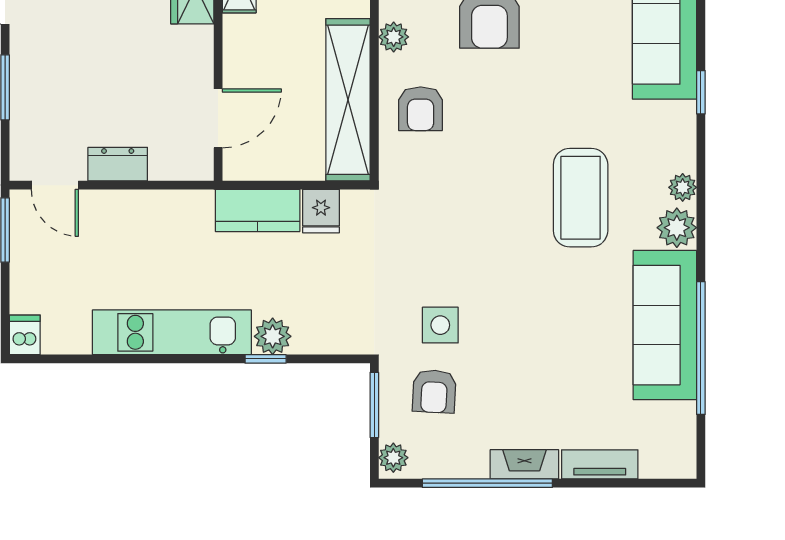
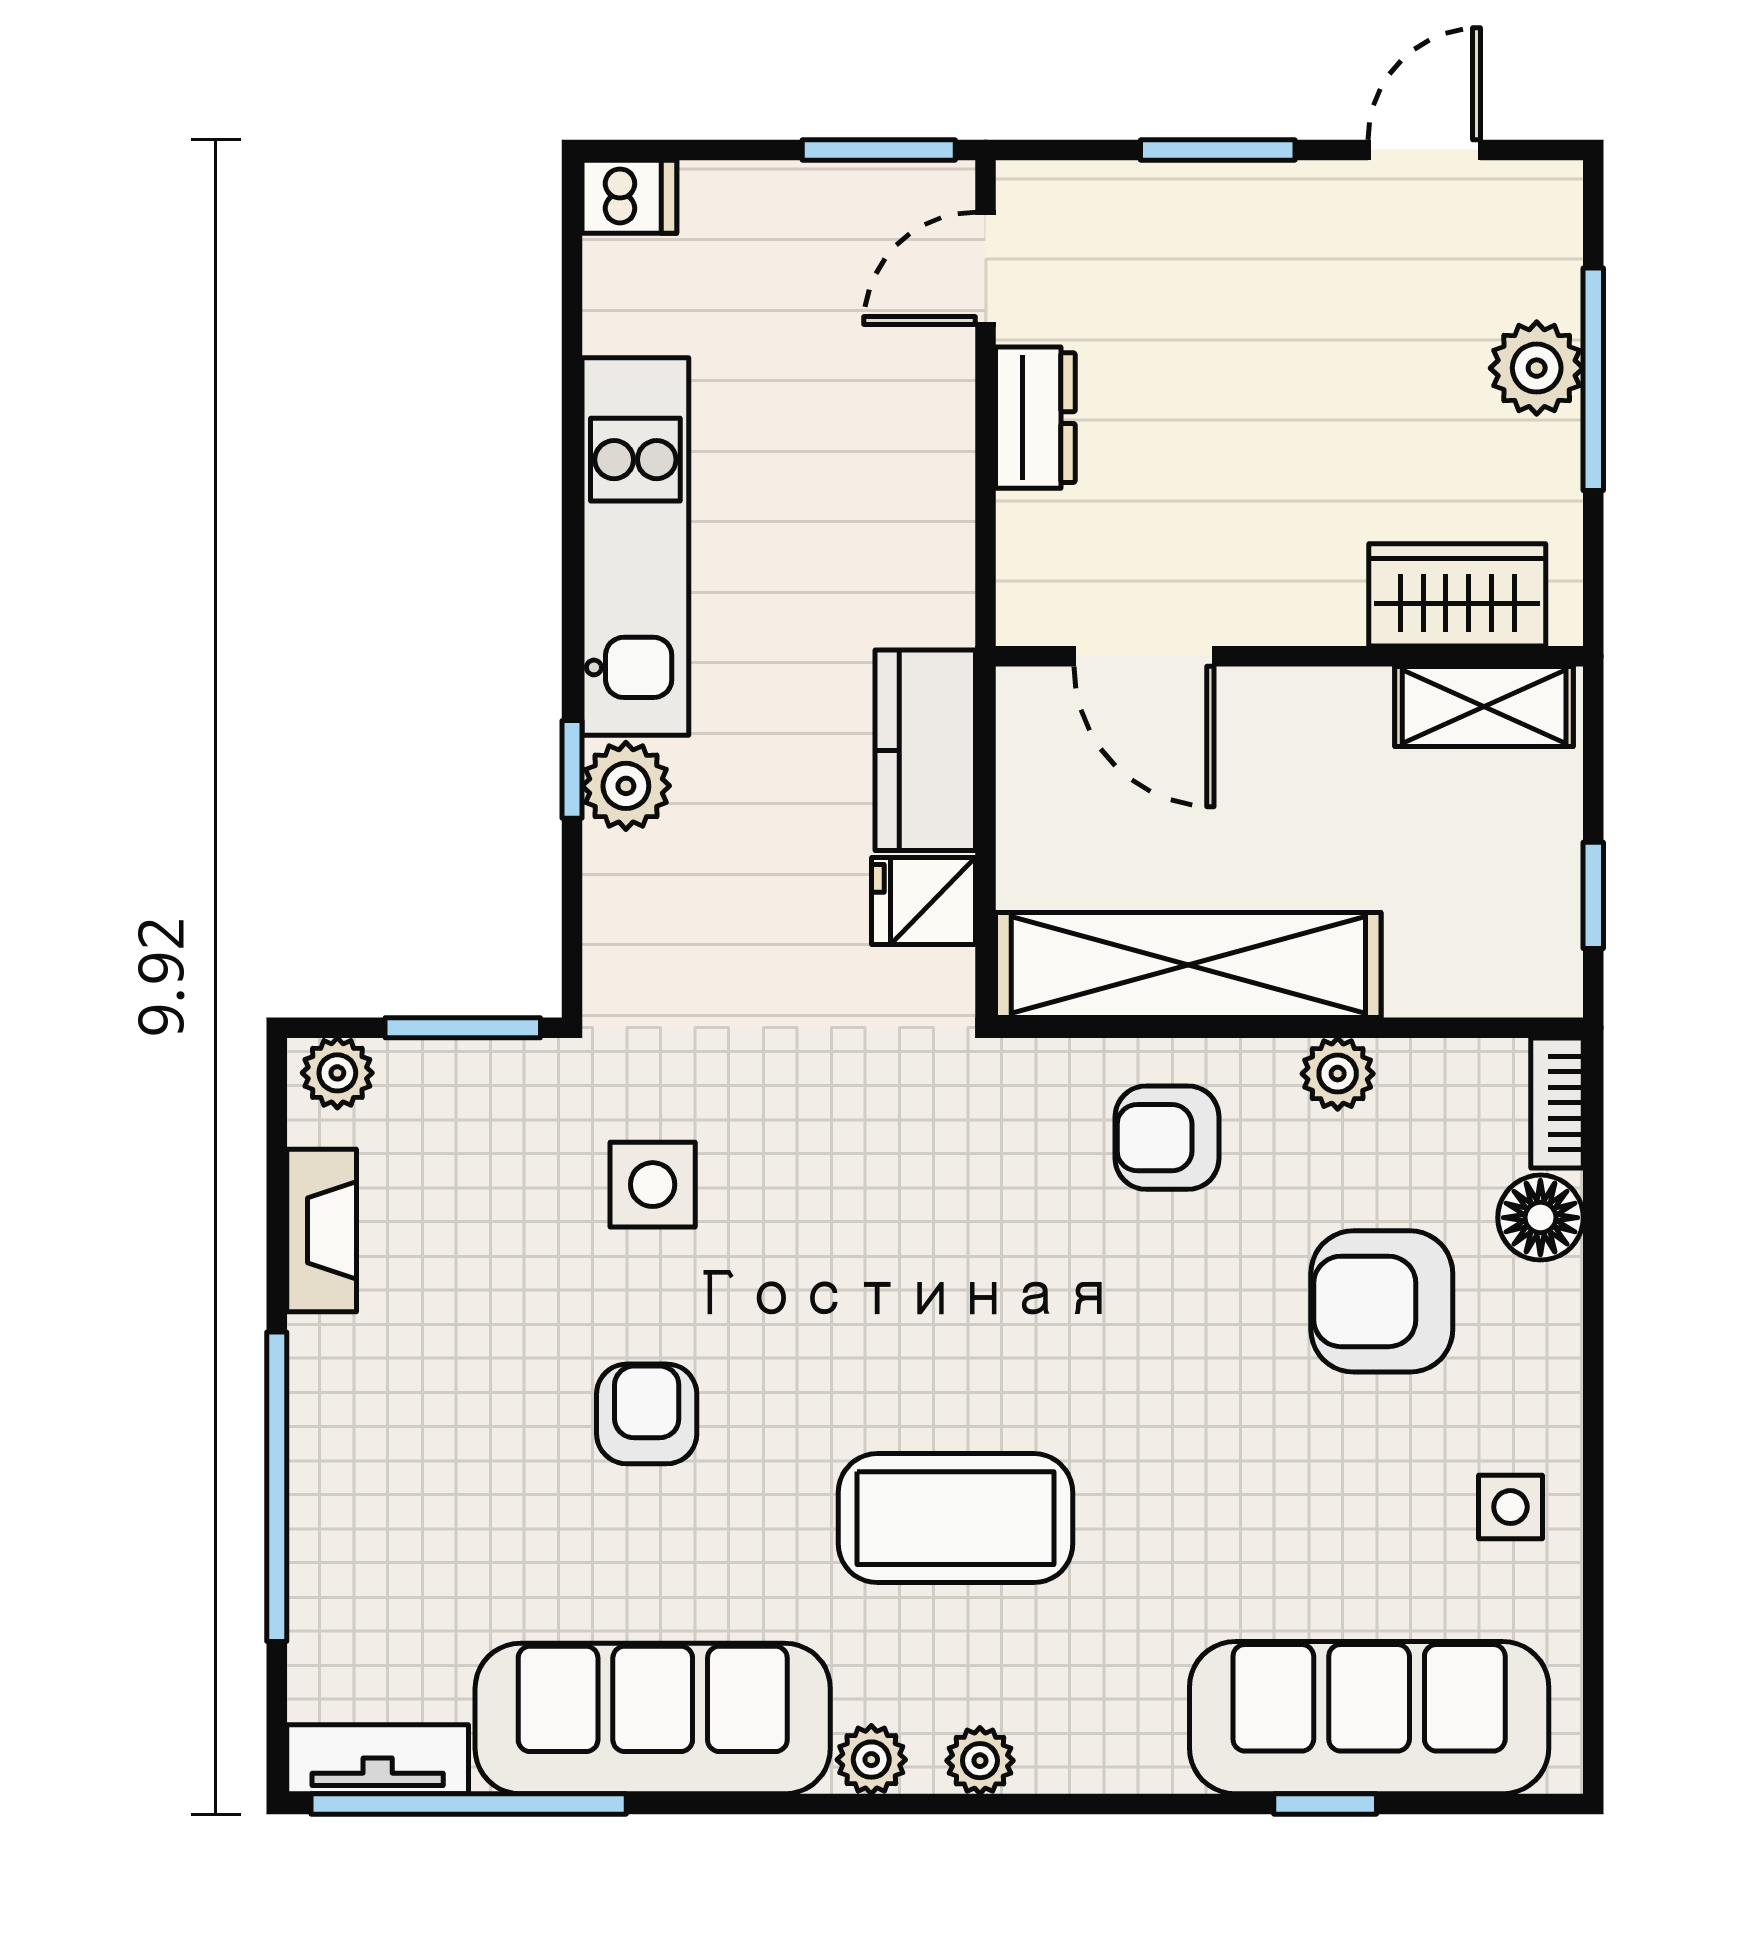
window: (701, 92) -> (1325, 1804), moved
plant: (677, 228) -> (871, 1760), width x0.73, depth x0.73
window: (701, 348) -> (469, 1804), moved
armchair: (434, 391) -> (647, 1414), moved, turned 87
fireplace: (524, 464) -> (322, 1230), moved
tv unit: (600, 464) -> (378, 1759), moved, turned -90
window: (487, 483) -> (277, 1487), moved

